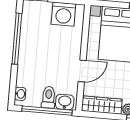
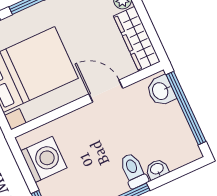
washbasin: (20, 94) -> (157, 169), moved
toilet: (49, 97) -> (133, 171), moved, turned 90

